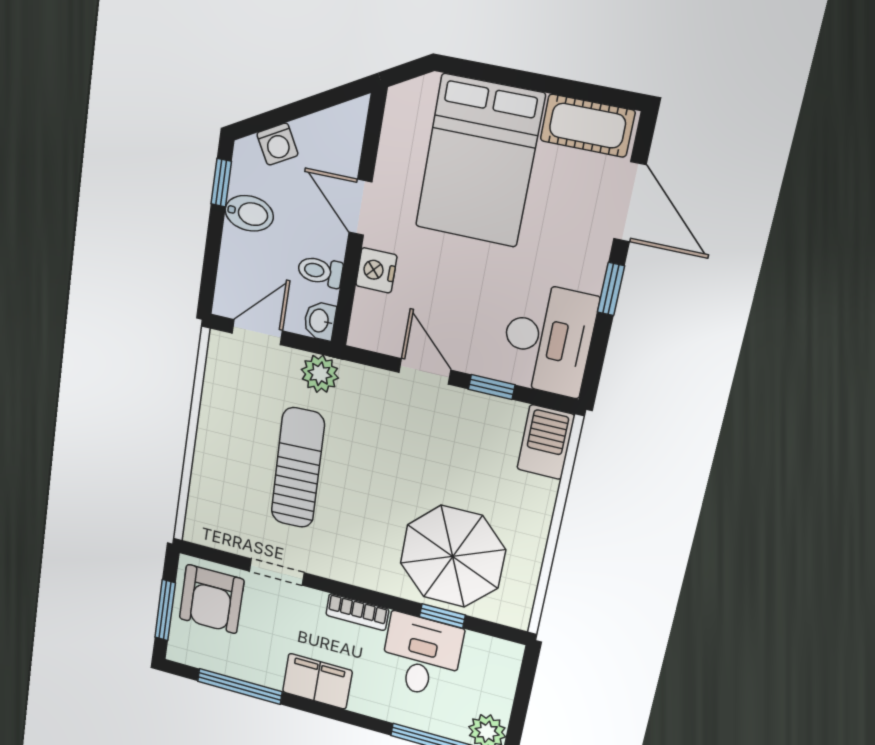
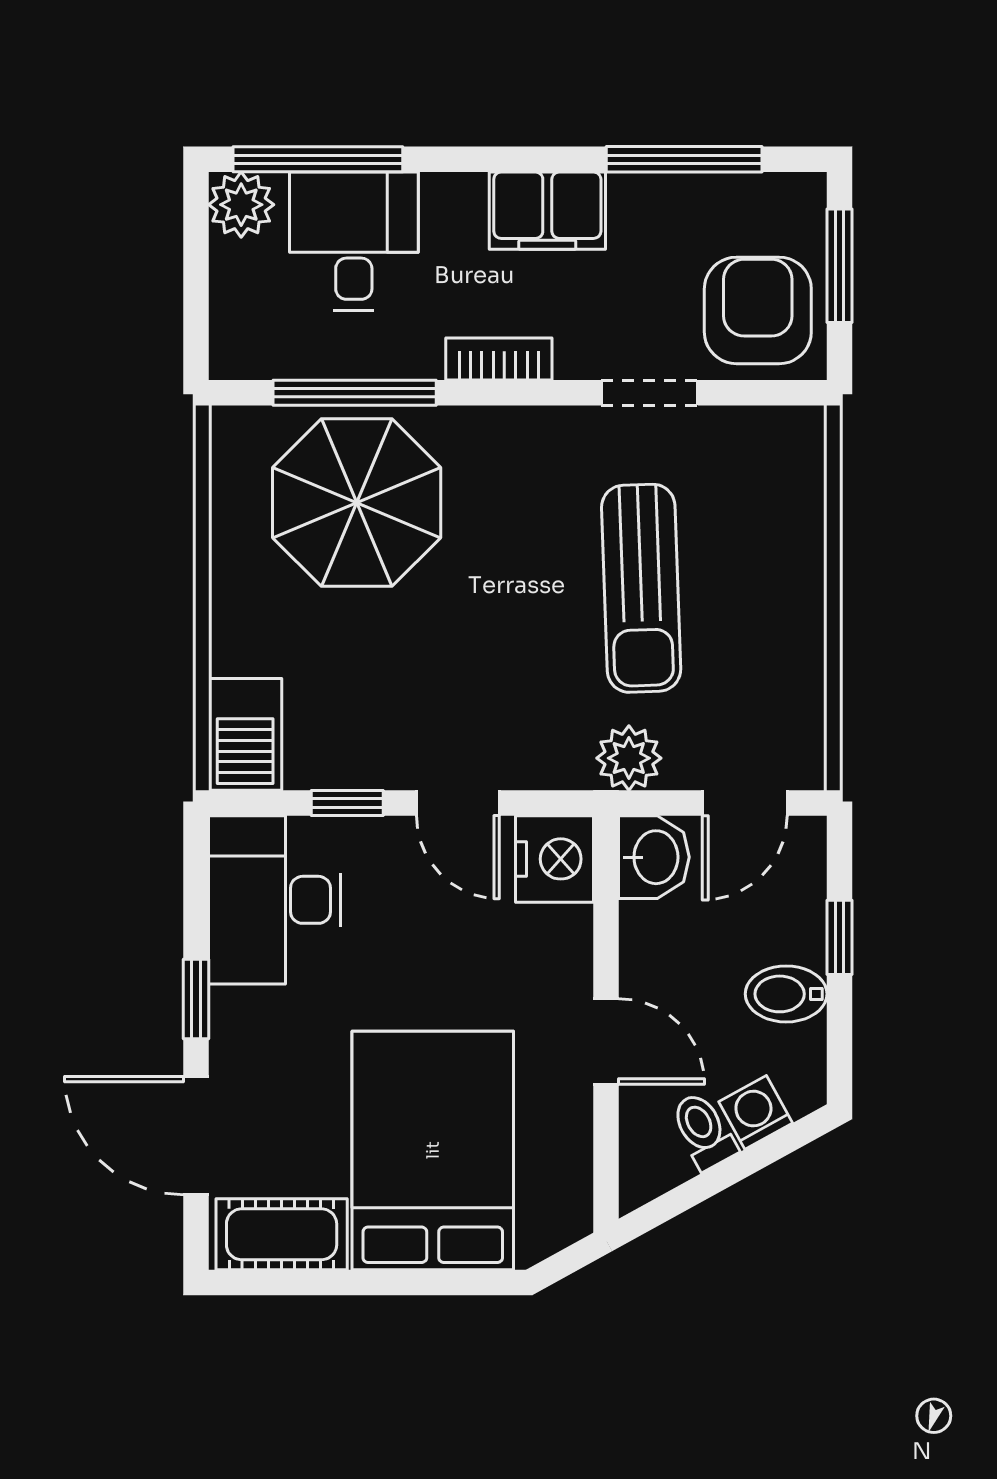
window: (221, 183) -> (840, 937), moved
nightstand: (376, 270) -> (554, 859), moved, width x1.36, depth x1.33
toilet: (320, 271) -> (703, 1131), moved, turned -119
washbasin: (320, 321) -> (654, 857), width x1.38, depth x1.45
window: (442, 616) -> (355, 393), width x2.17
desk: (421, 656) -> (354, 241), moved, turned 180

